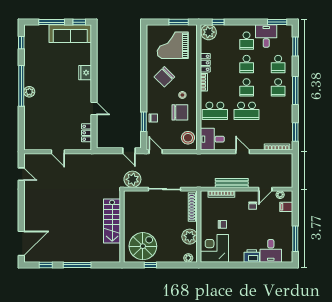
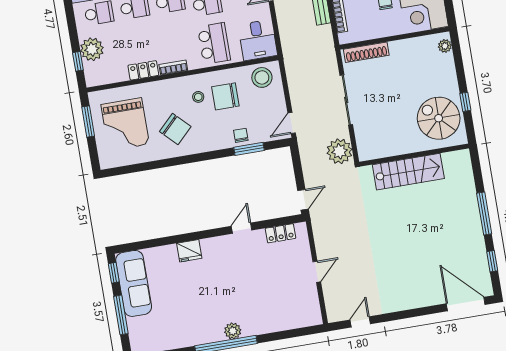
plant: (209, 32) -> (92, 49), moved
chair: (180, 112) -> (225, 96), turned -90
door: (129, 151) -> (303, 200), moved
plant: (190, 237) -> (412, 49), removed

